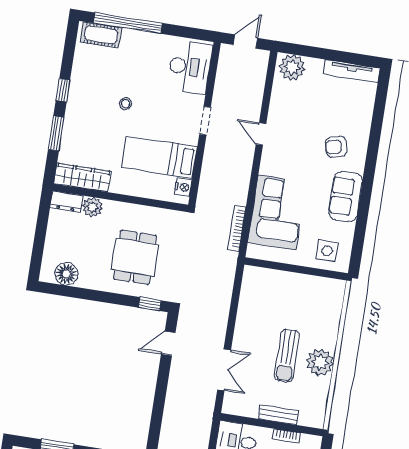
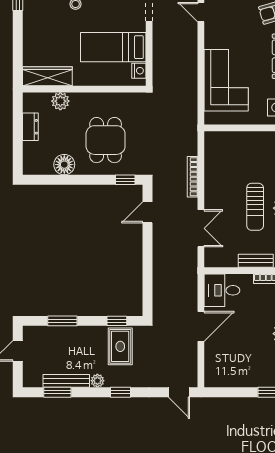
window: (56, 133) -> (18, 40), removed
dresser: (66, 202) -> (30, 127), moved, turned -90
bookcase: (237, 228) -> (192, 177), moved
floor lamp: (66, 274) -> (64, 165), moved

